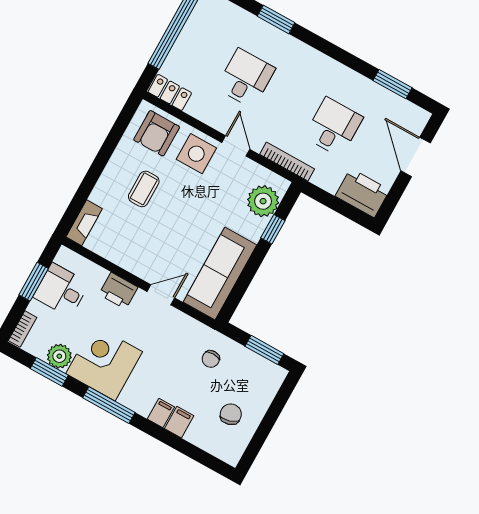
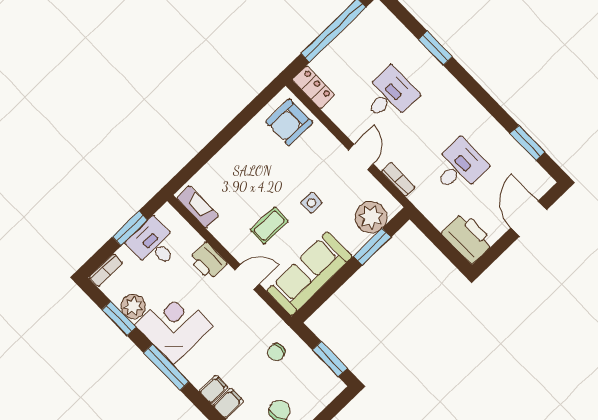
side table: (196, 154) -> (311, 203), moved, width x0.54, depth x0.54
bookcase: (287, 162) -> (398, 179), width x0.64
coffee table: (144, 189) -> (269, 226), moved
fireplace: (84, 223) -> (198, 207), moved, turned -90
window: (273, 229) -> (372, 247), width x1.50

